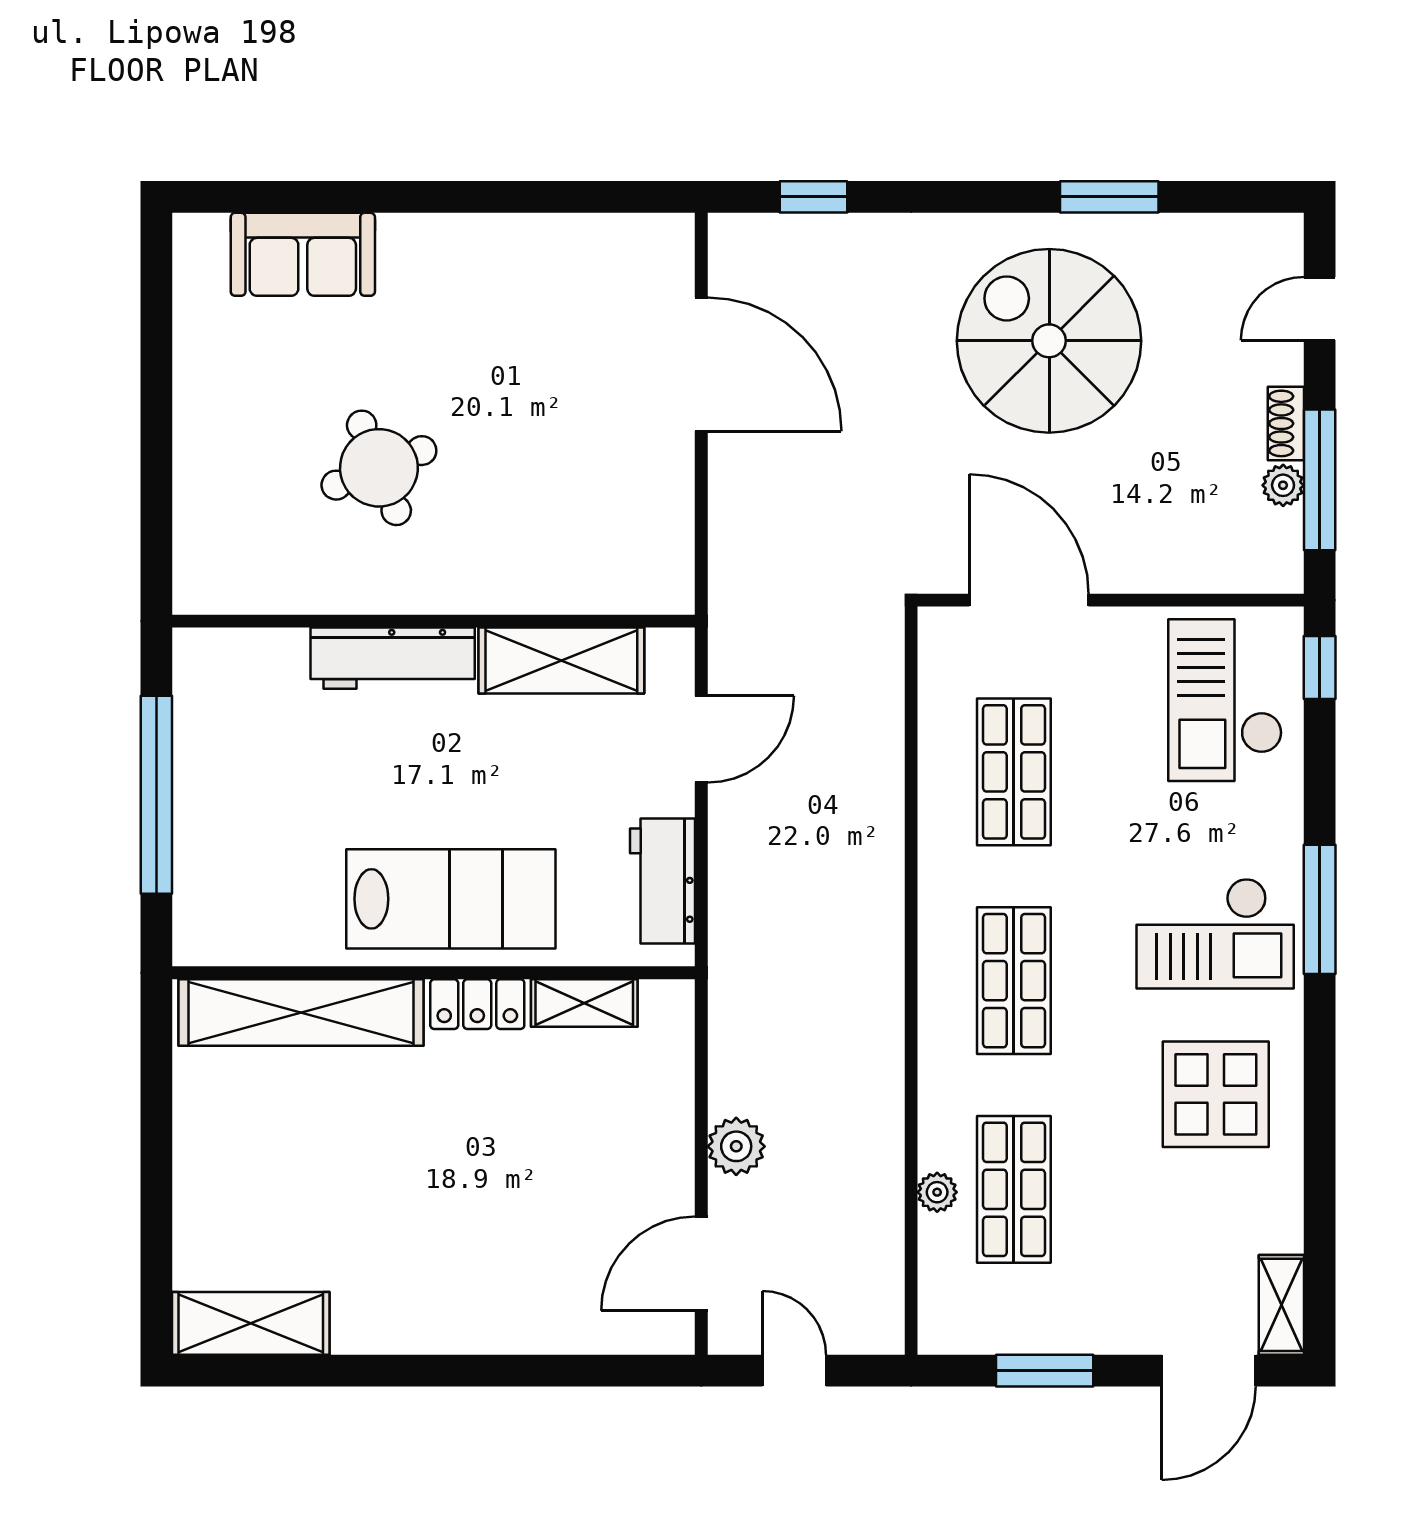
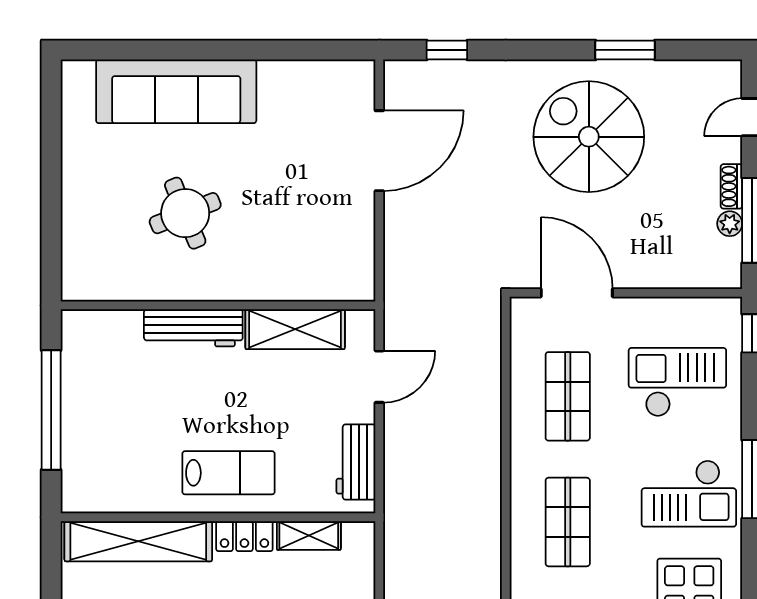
sofa: (303, 254) -> (176, 91), width x1.85, depth x1.27
door: (701, 364) -> (379, 151), hinge flipped
checkout: (1225, 700) -> (677, 382), moved, turned 90
lab bench: (451, 899) -> (228, 473), width x0.73, depth x0.72

